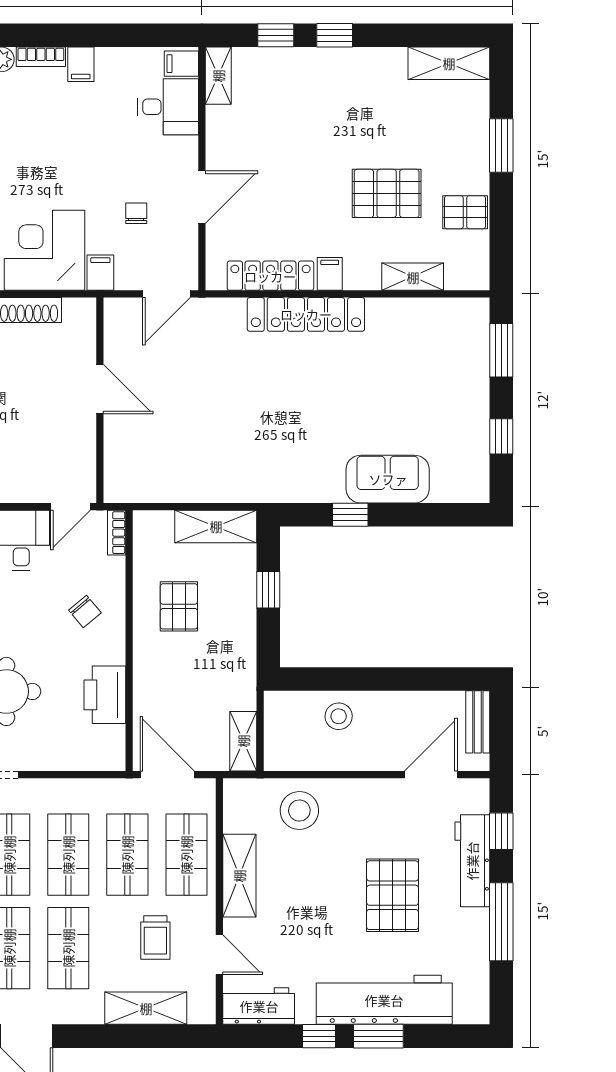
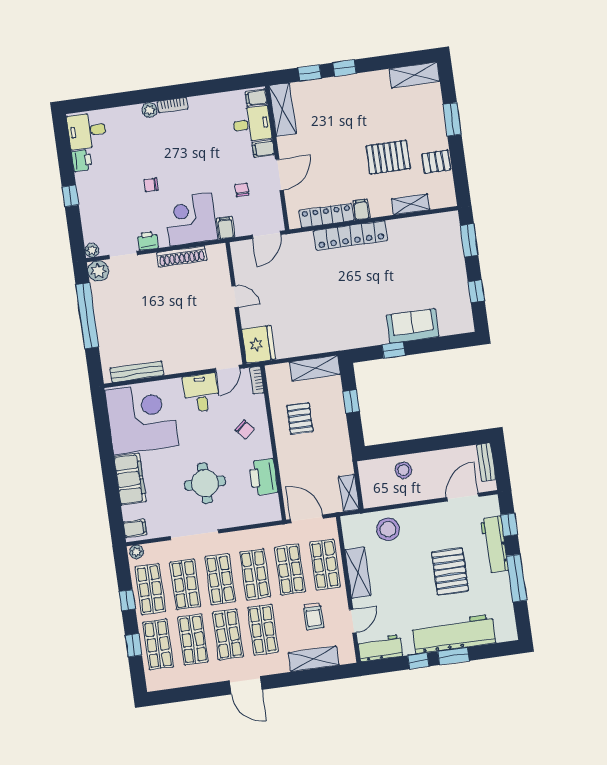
filing cabinet: (81, 64) -> (263, 149), moved, turned 90
shelving: (218, 76) -> (283, 110), width x1.50, depth x1.33
door: (100, 389) -> (235, 297), width x0.73
fridge: (128, 474) -> (259, 344), added
door: (219, 955) -> (353, 621), hinge flipped

